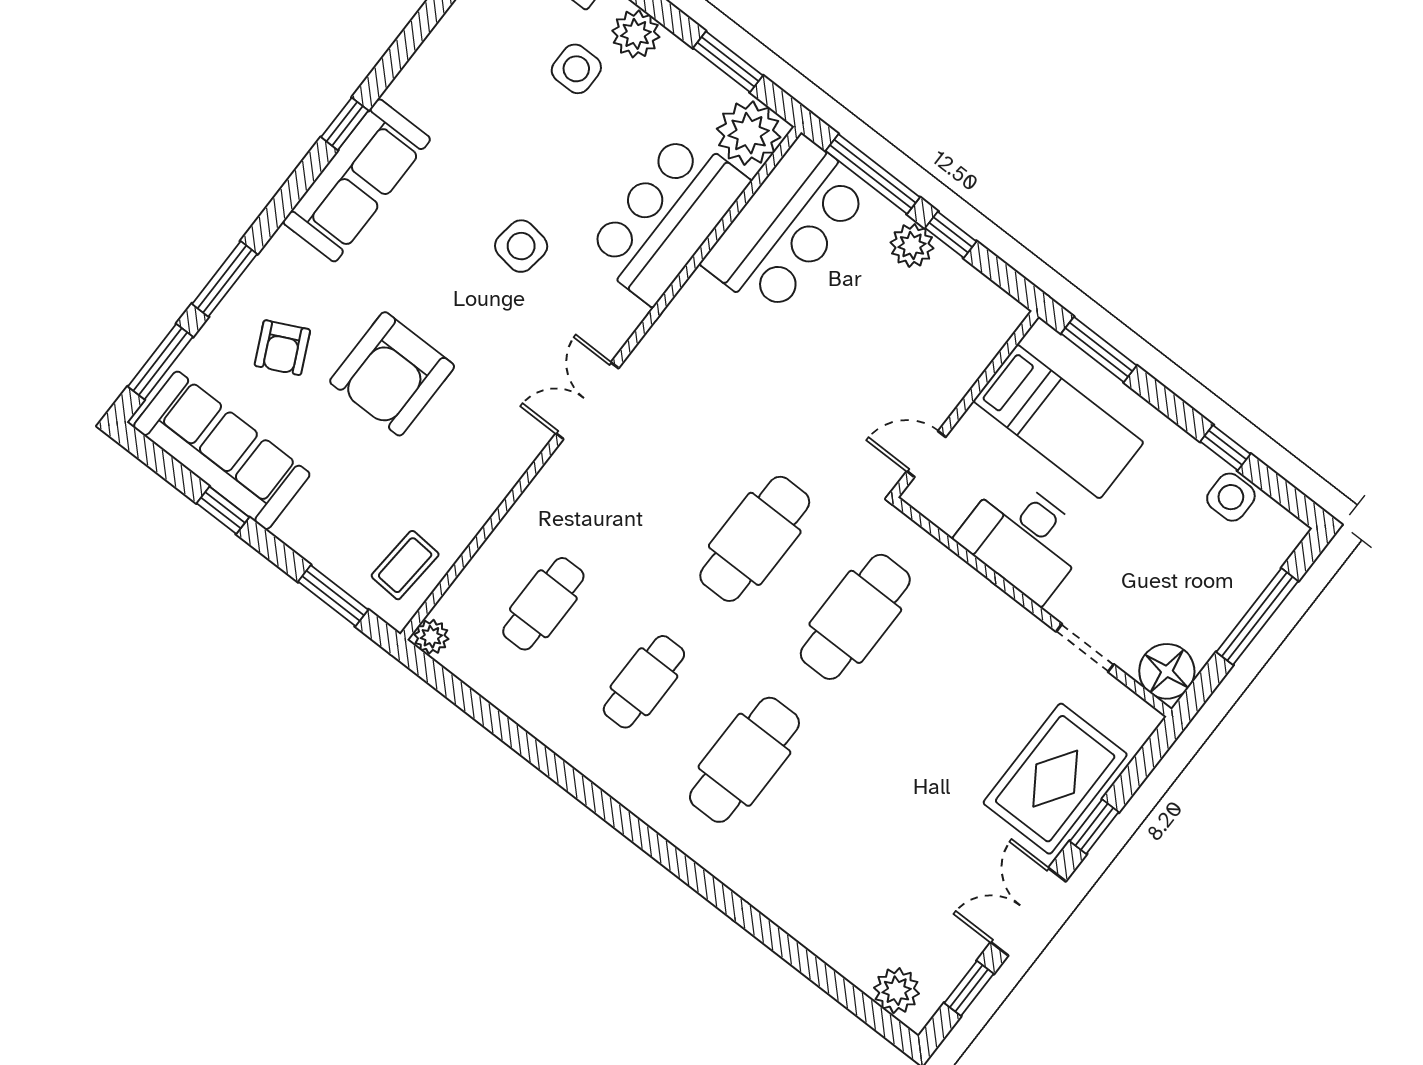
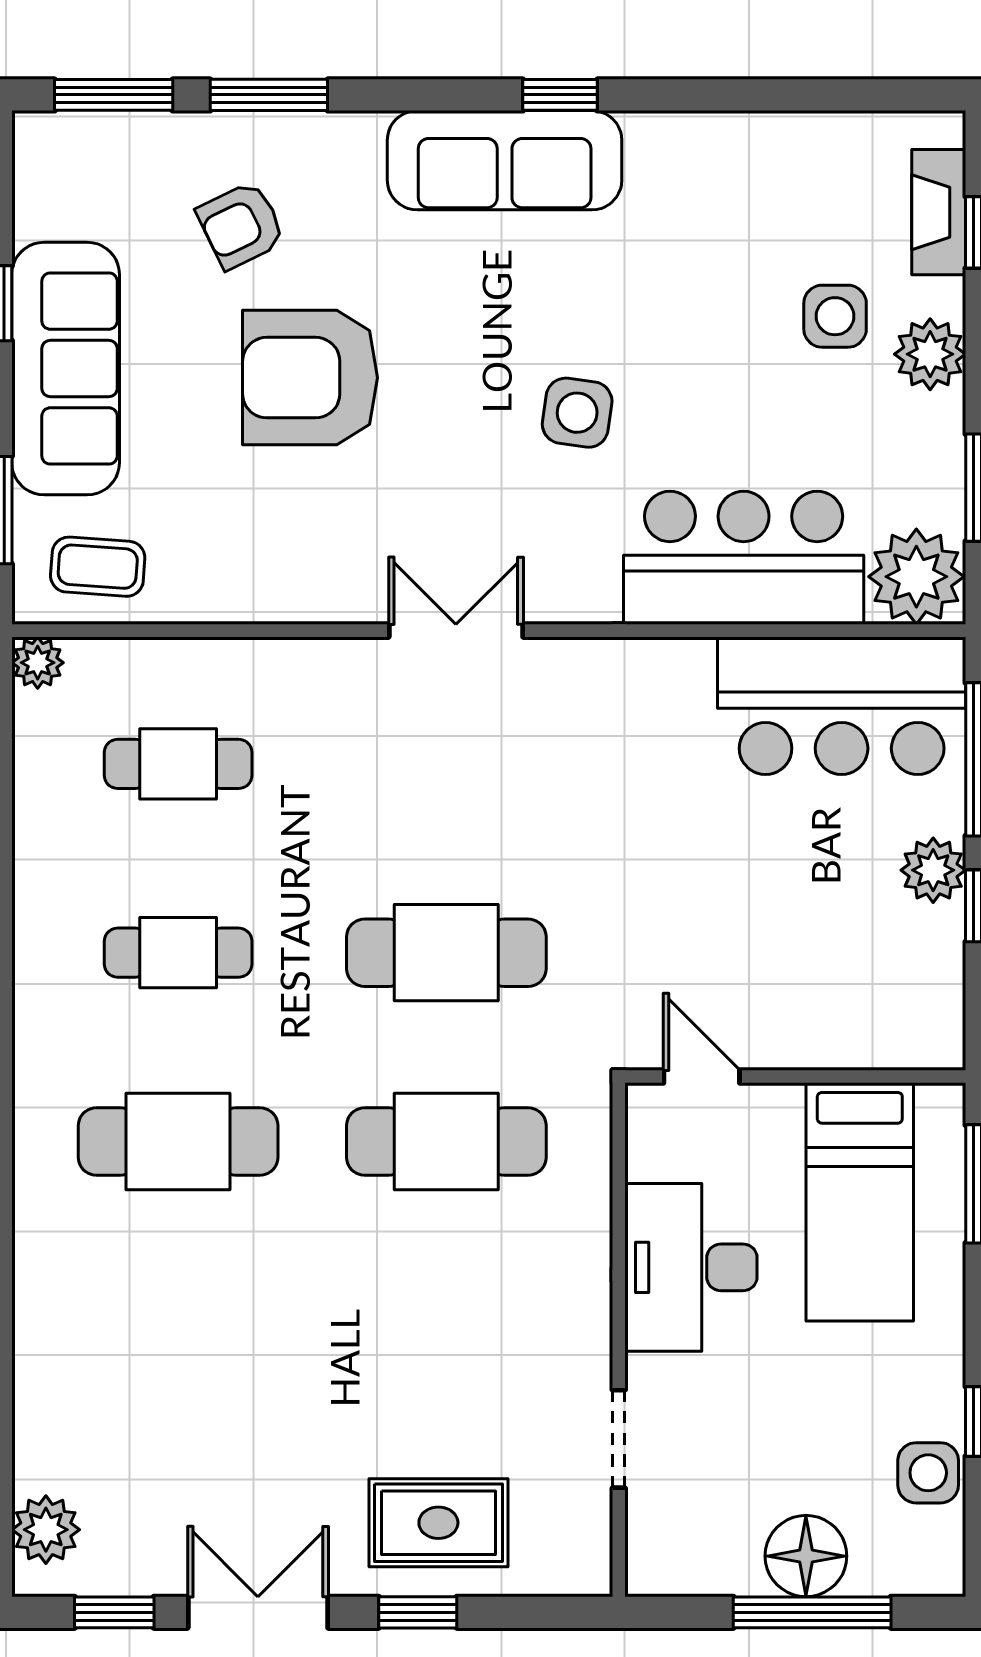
sofa: (222, 450) -> (66, 369), moved
floor lamp: (1167, 671) -> (806, 1556), moved
rug: (1055, 779) -> (438, 1523), width x0.73, depth x0.70

